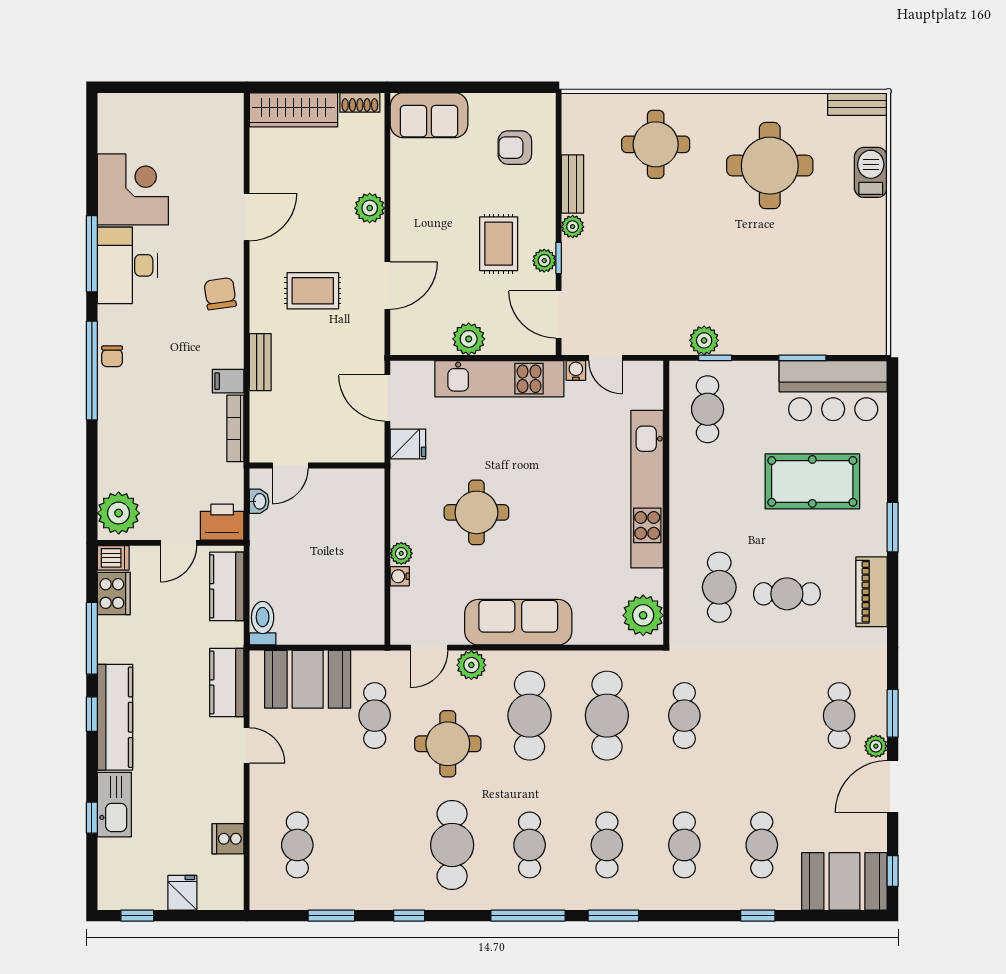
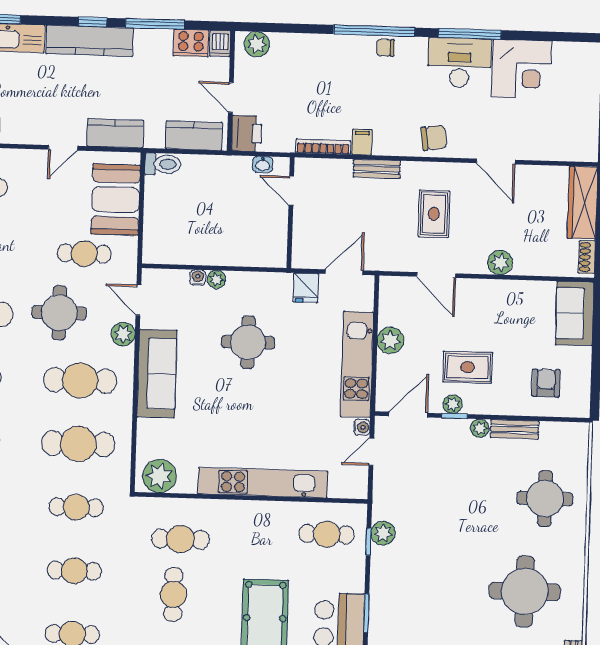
plant: (119, 513) -> (257, 44), width x0.73, depth x0.73
cafe table: (762, 716) -> (74, 571), added

